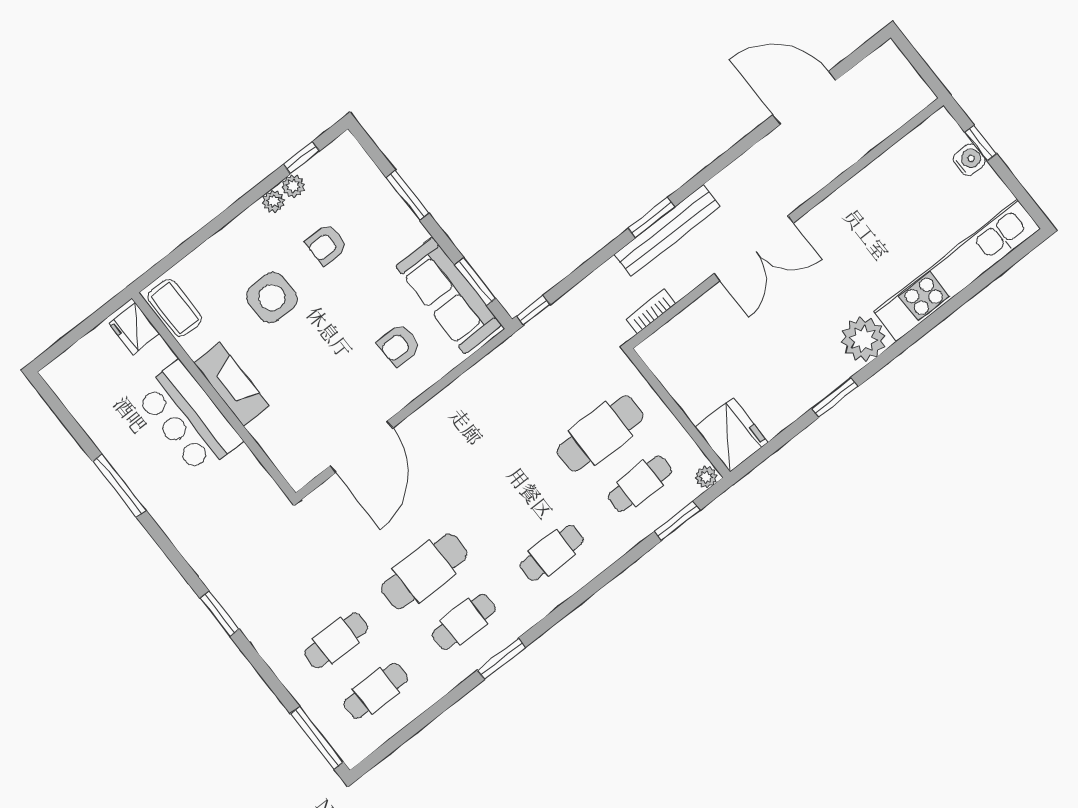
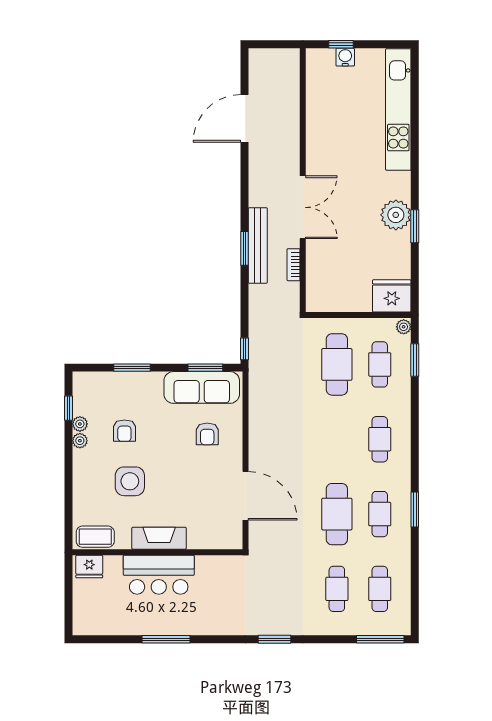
bookcase: (651, 311) -> (293, 265), moved
plant: (863, 339) -> (396, 215), moved

